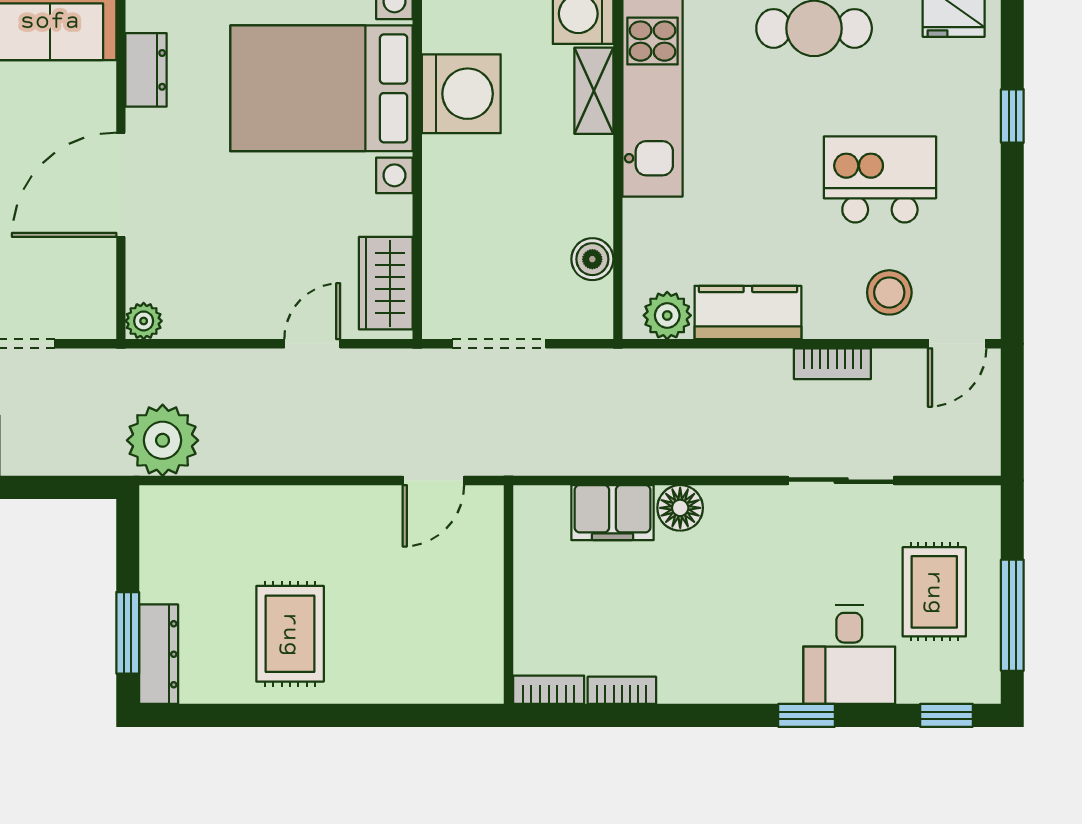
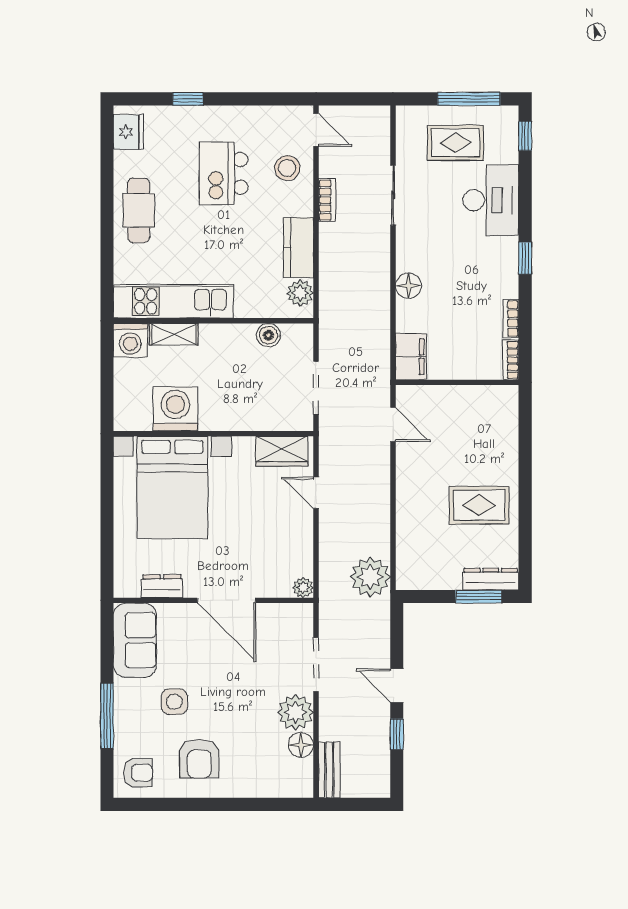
filing cabinet: (612, 513) -> (411, 357), moved
desk: (849, 654) -> (491, 200), width x1.37
window: (807, 715) -> (525, 258), moved

